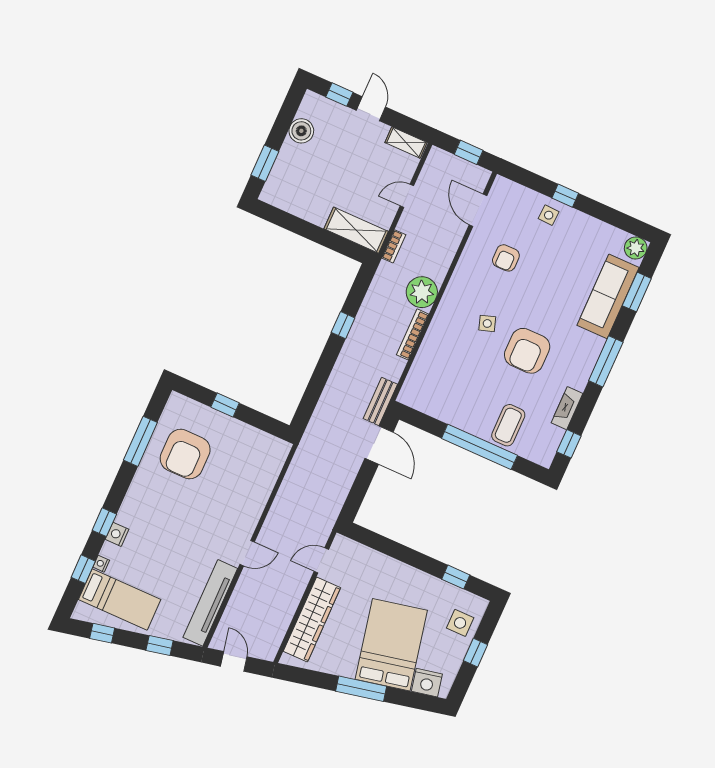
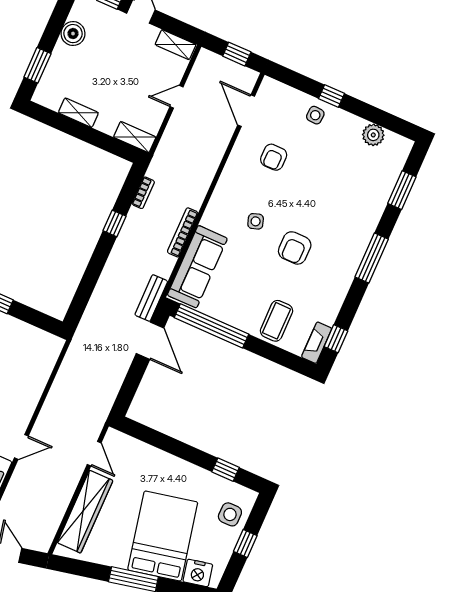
shelving: (307, 212) -> (78, 113), added
shelving: (356, 230) -> (135, 137), width x0.67, depth x0.75
bookcase: (394, 246) -> (143, 193), moved
plant: (636, 248) -> (373, 135), moved
plant: (422, 292) -> (191, 191), removed
sofa: (608, 296) -> (197, 267), moved, turned 180
armchair: (527, 351) -> (295, 248), width x0.73, depth x0.73
fireplace: (567, 408) -> (317, 343), moved
window: (479, 447) -> (212, 326), moved
door: (321, 560) -> (94, 454), swing flipped

